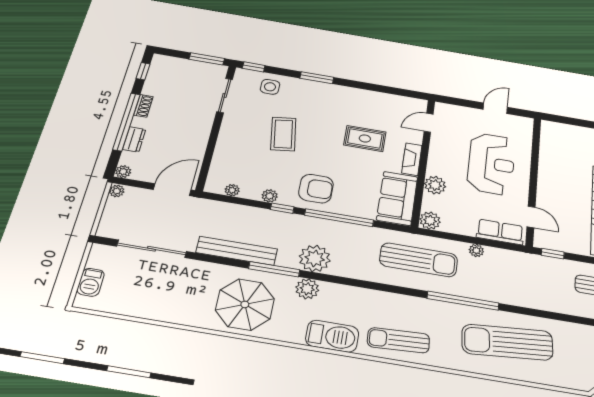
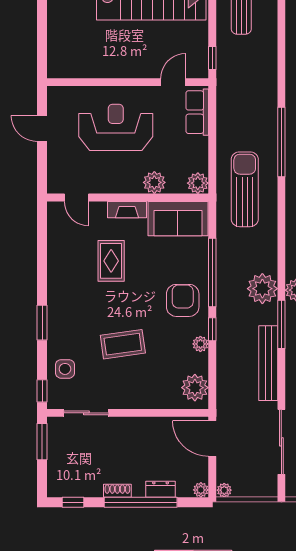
plant: (232, 190) -> (195, 388), width x1.87, depth x1.87
plant: (476, 251) -> (223, 134), removed

